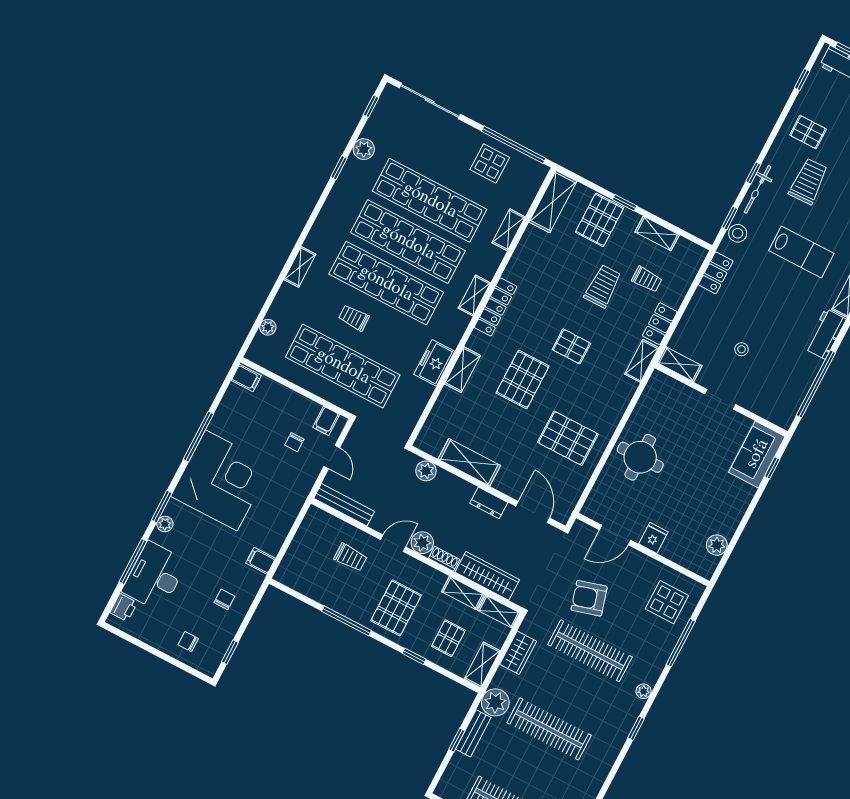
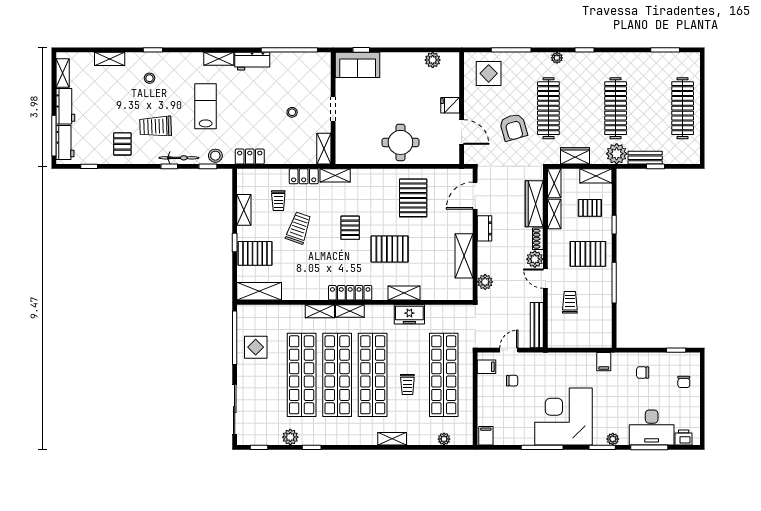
shelving: (509, 230) -> (320, 311), moved
trolley: (647, 279) -> (278, 201), turned 180
trolley: (603, 286) -> (299, 228), turned 109

